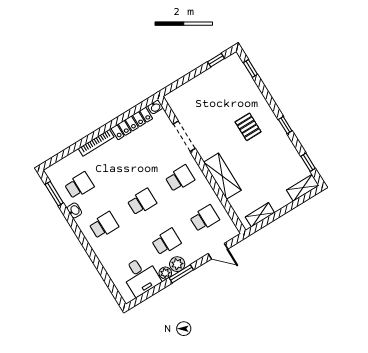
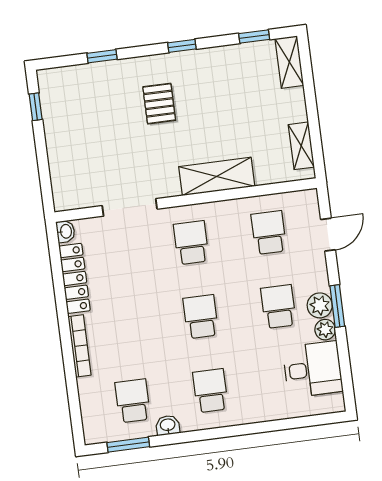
window: (250, 68) -> (102, 56), moved
pallet: (248, 127) -> (159, 104), turned 90

